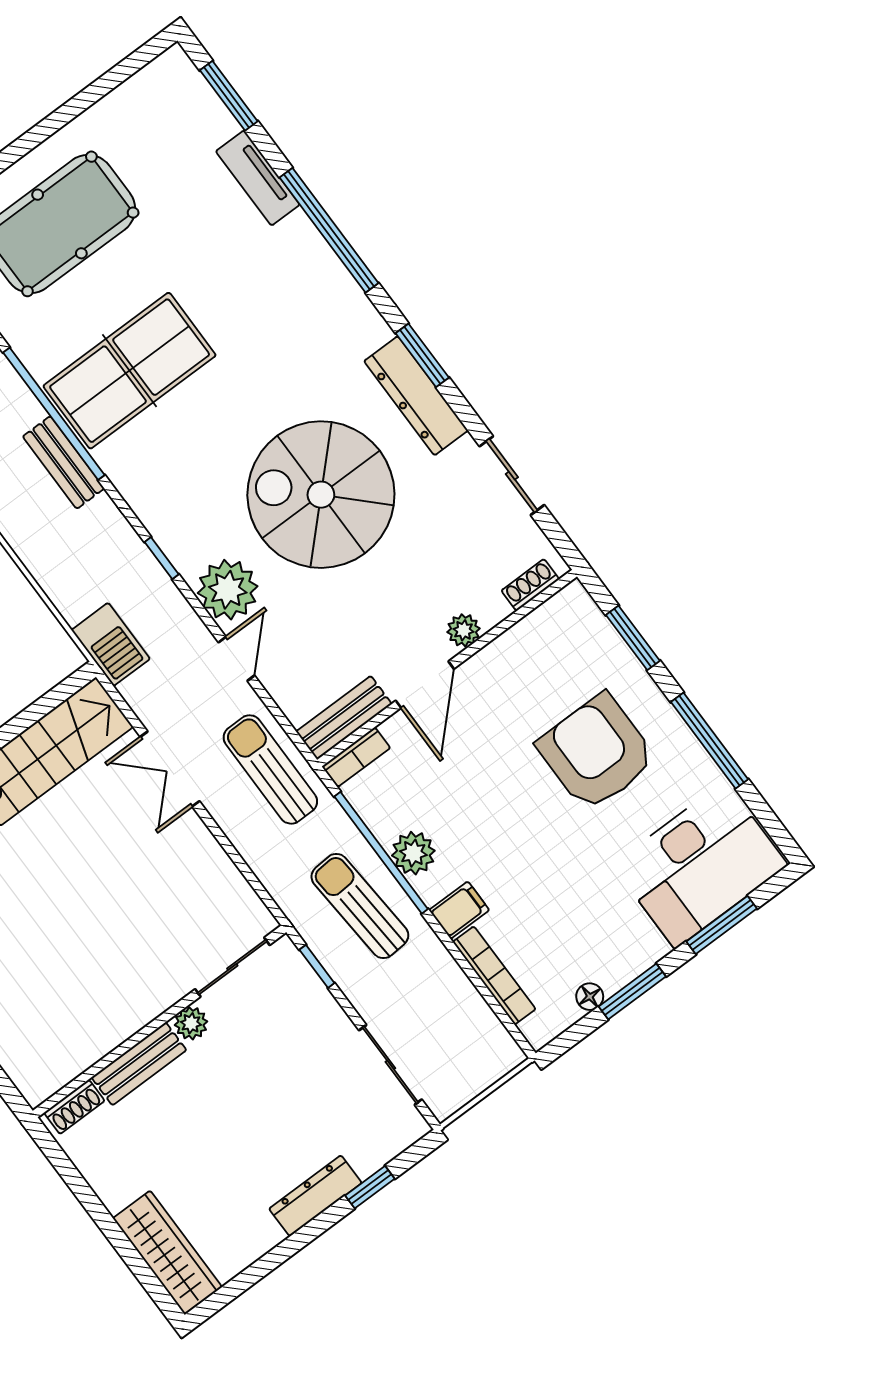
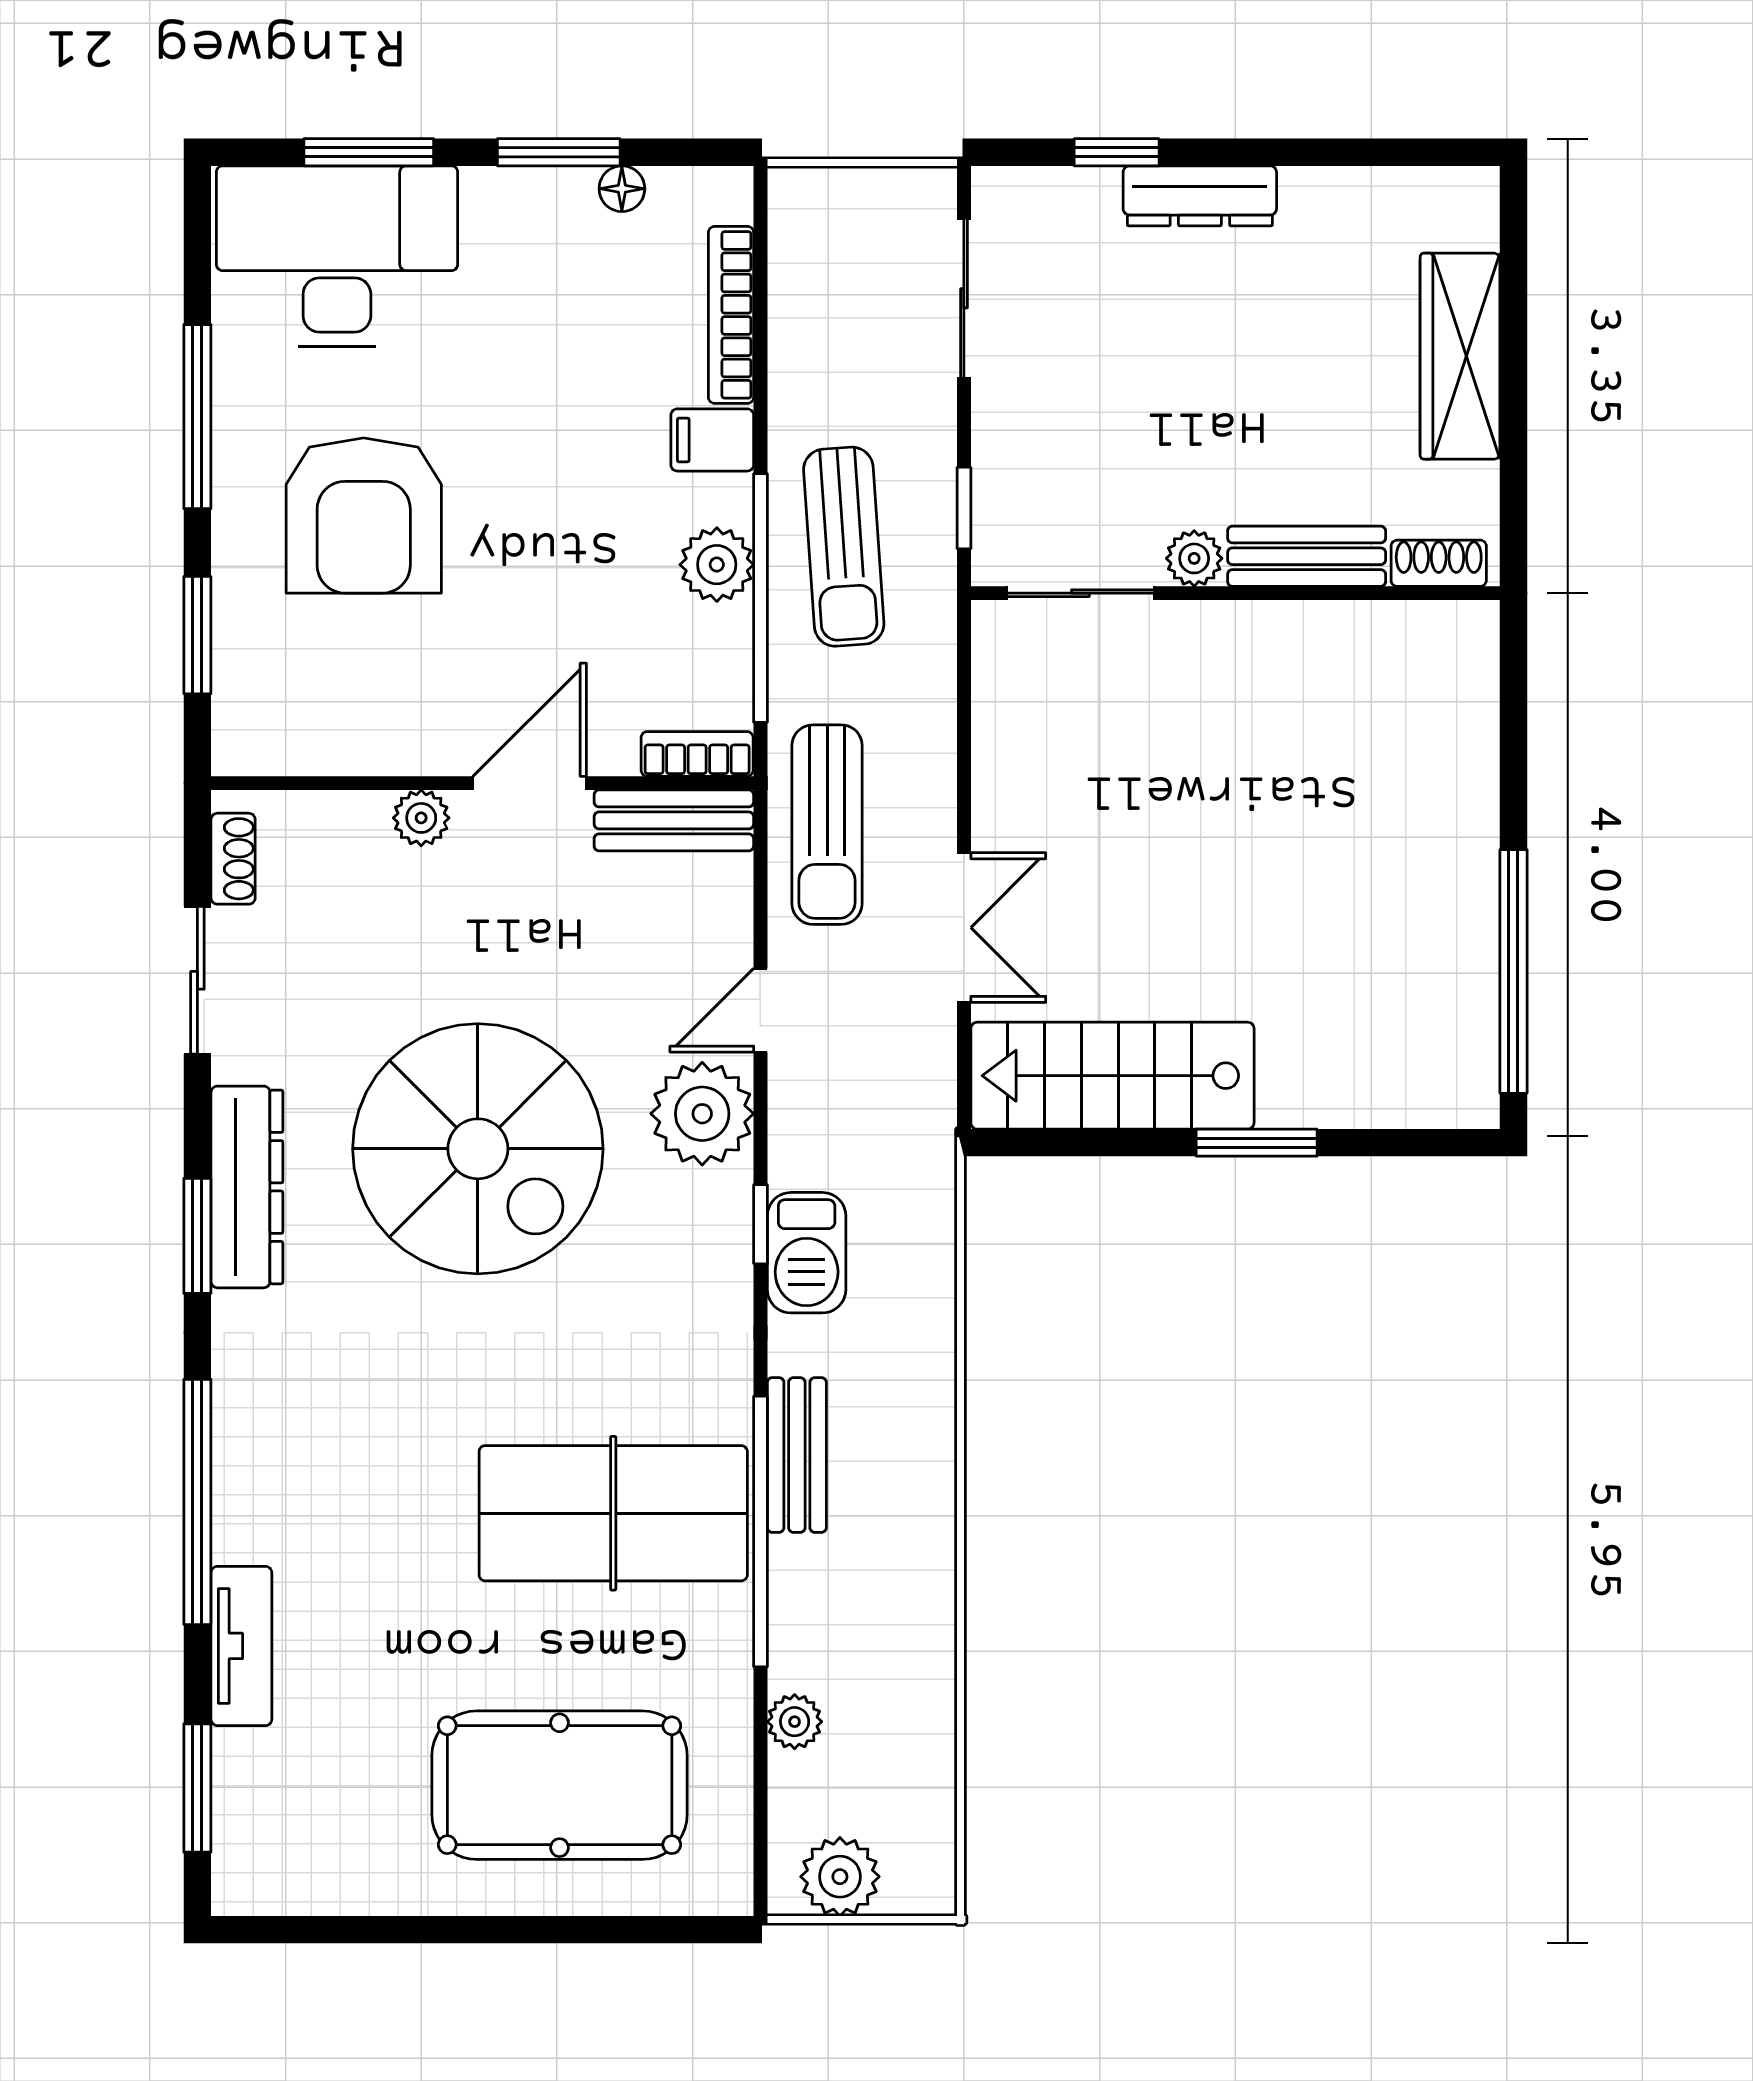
shoe rack: (530, 585) -> (233, 859), moved, turned -90
barbecue: (111, 644) -> (807, 1253), moved, turned 180
wardrobe: (167, 1253) -> (1460, 356), moved

